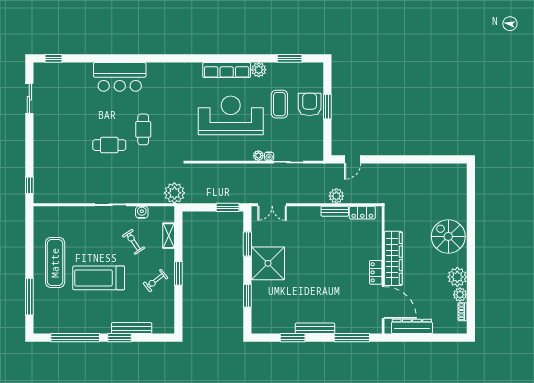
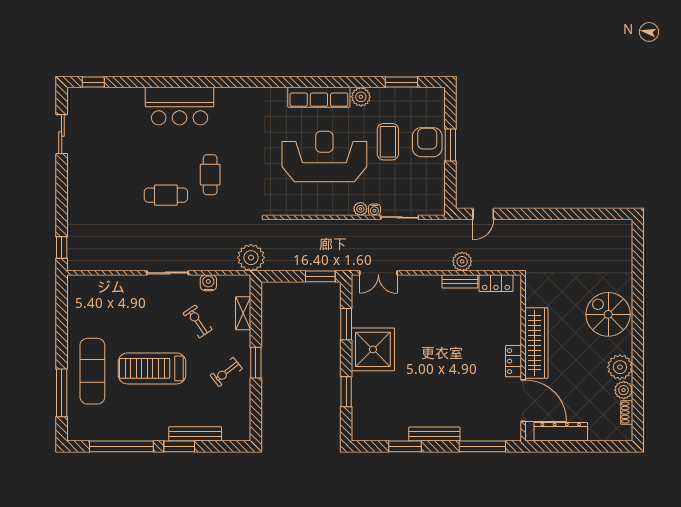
exercise mat: (55, 263) -> (92, 371), moved

